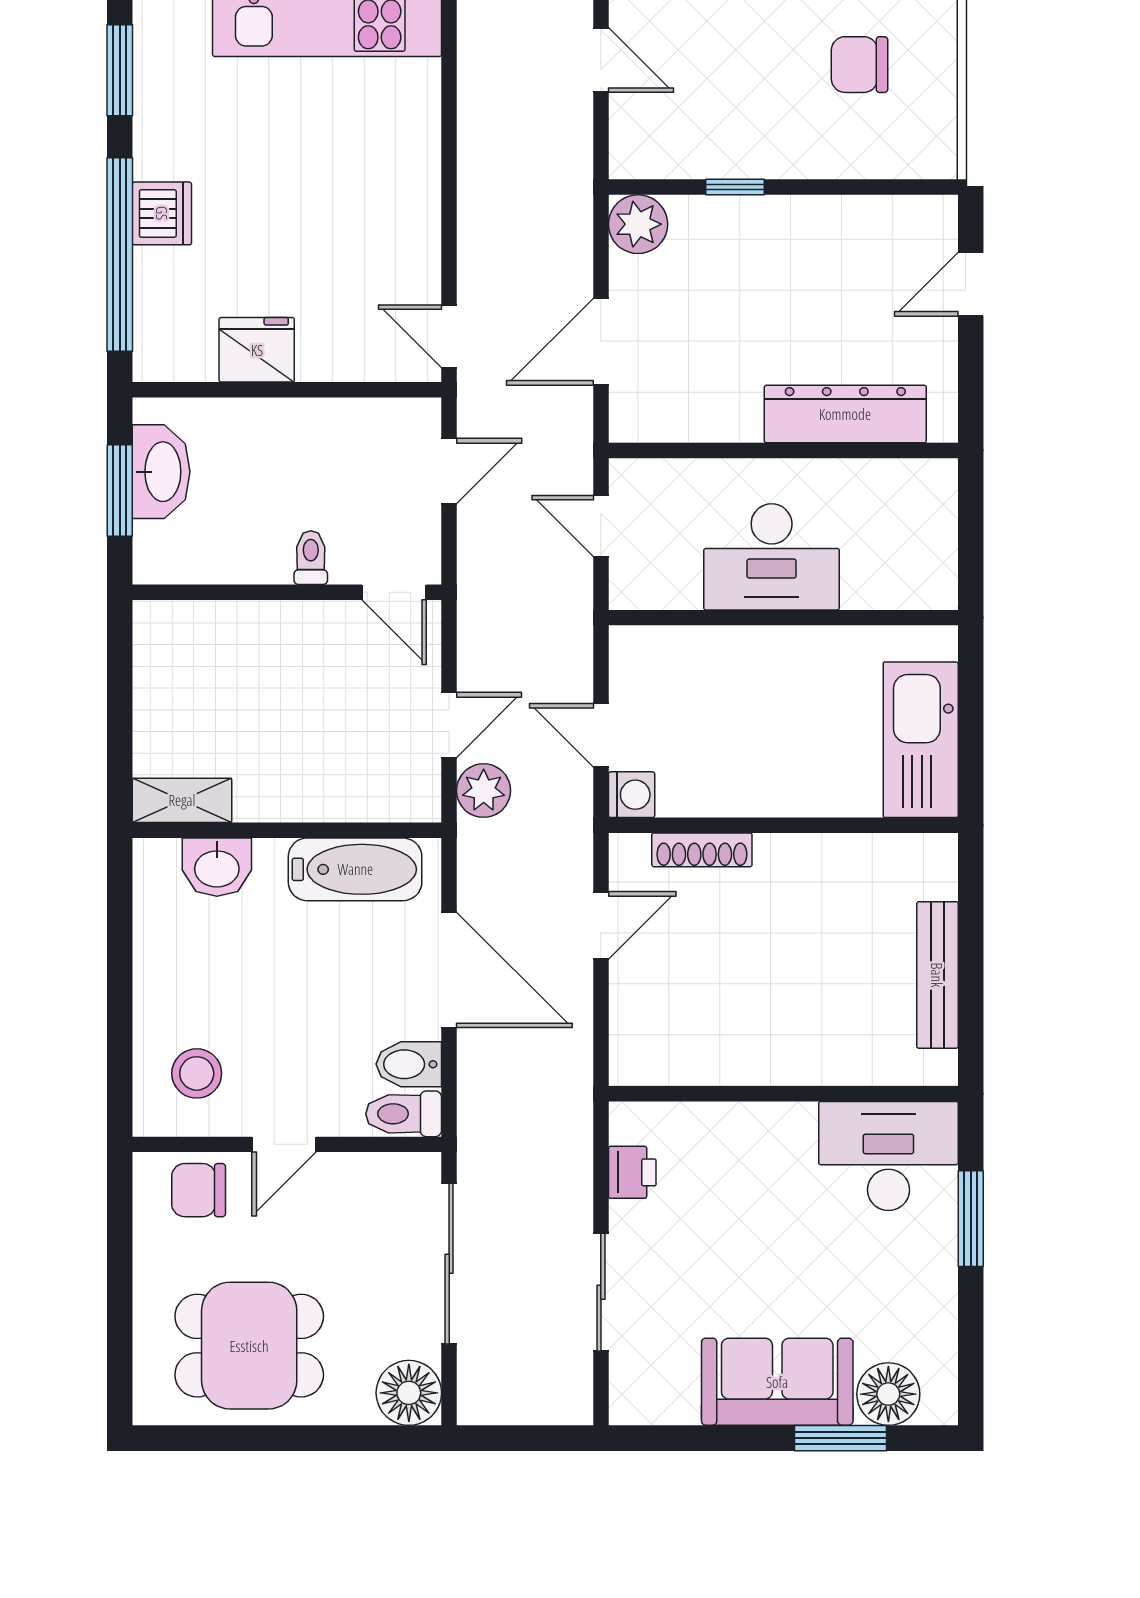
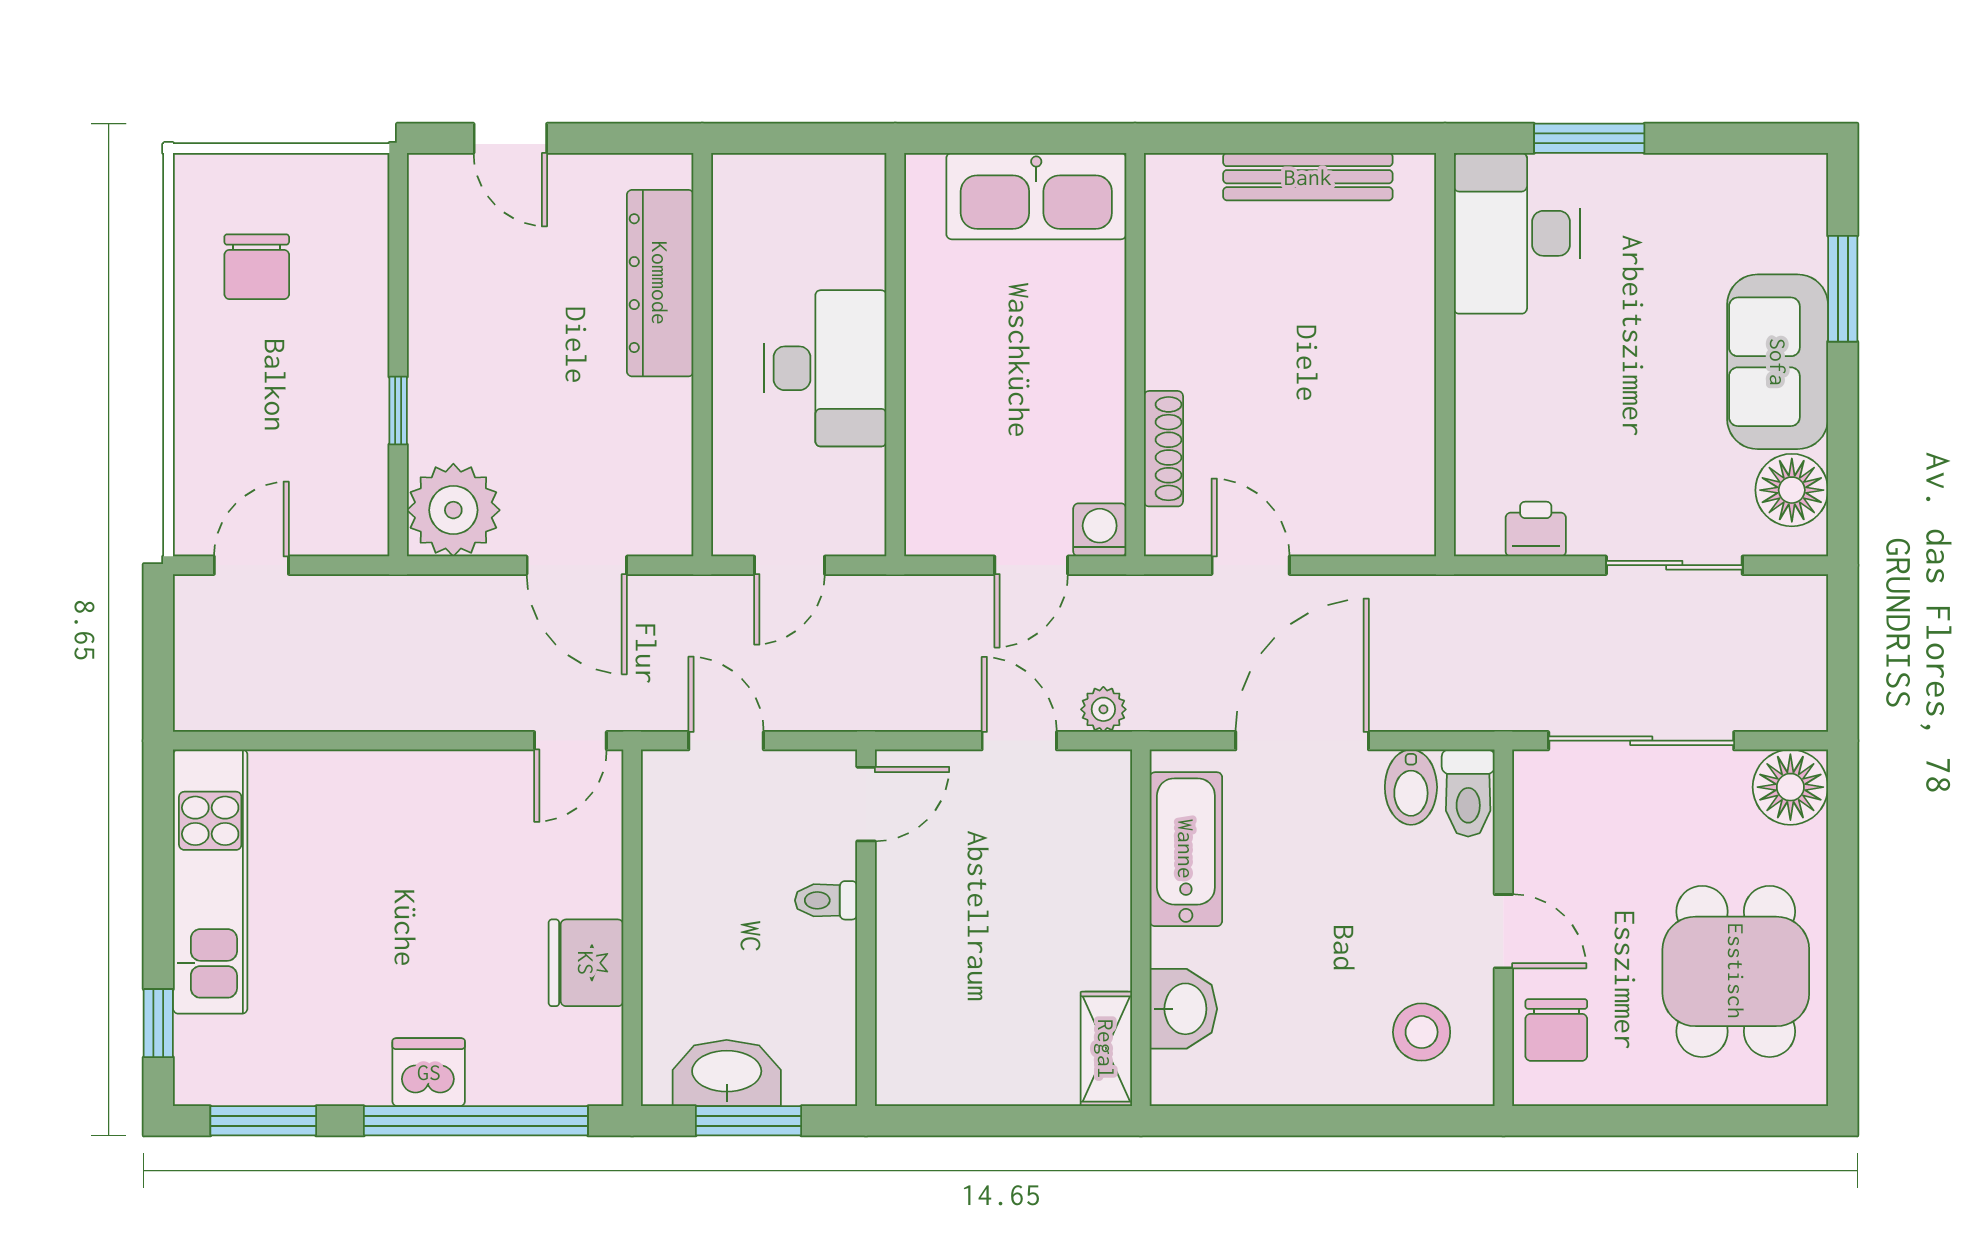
plant: (638, 224) -> (453, 510), width x1.36, depth x1.36
plant: (484, 791) -> (1103, 709), width x0.73, depth x0.73
floor lamp: (888, 1394) -> (1792, 490), moved

